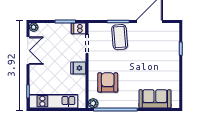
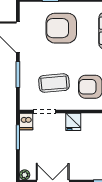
coffee table: (120, 37) -> (54, 83), moved
armchair: (157, 58) -> (61, 28), added

